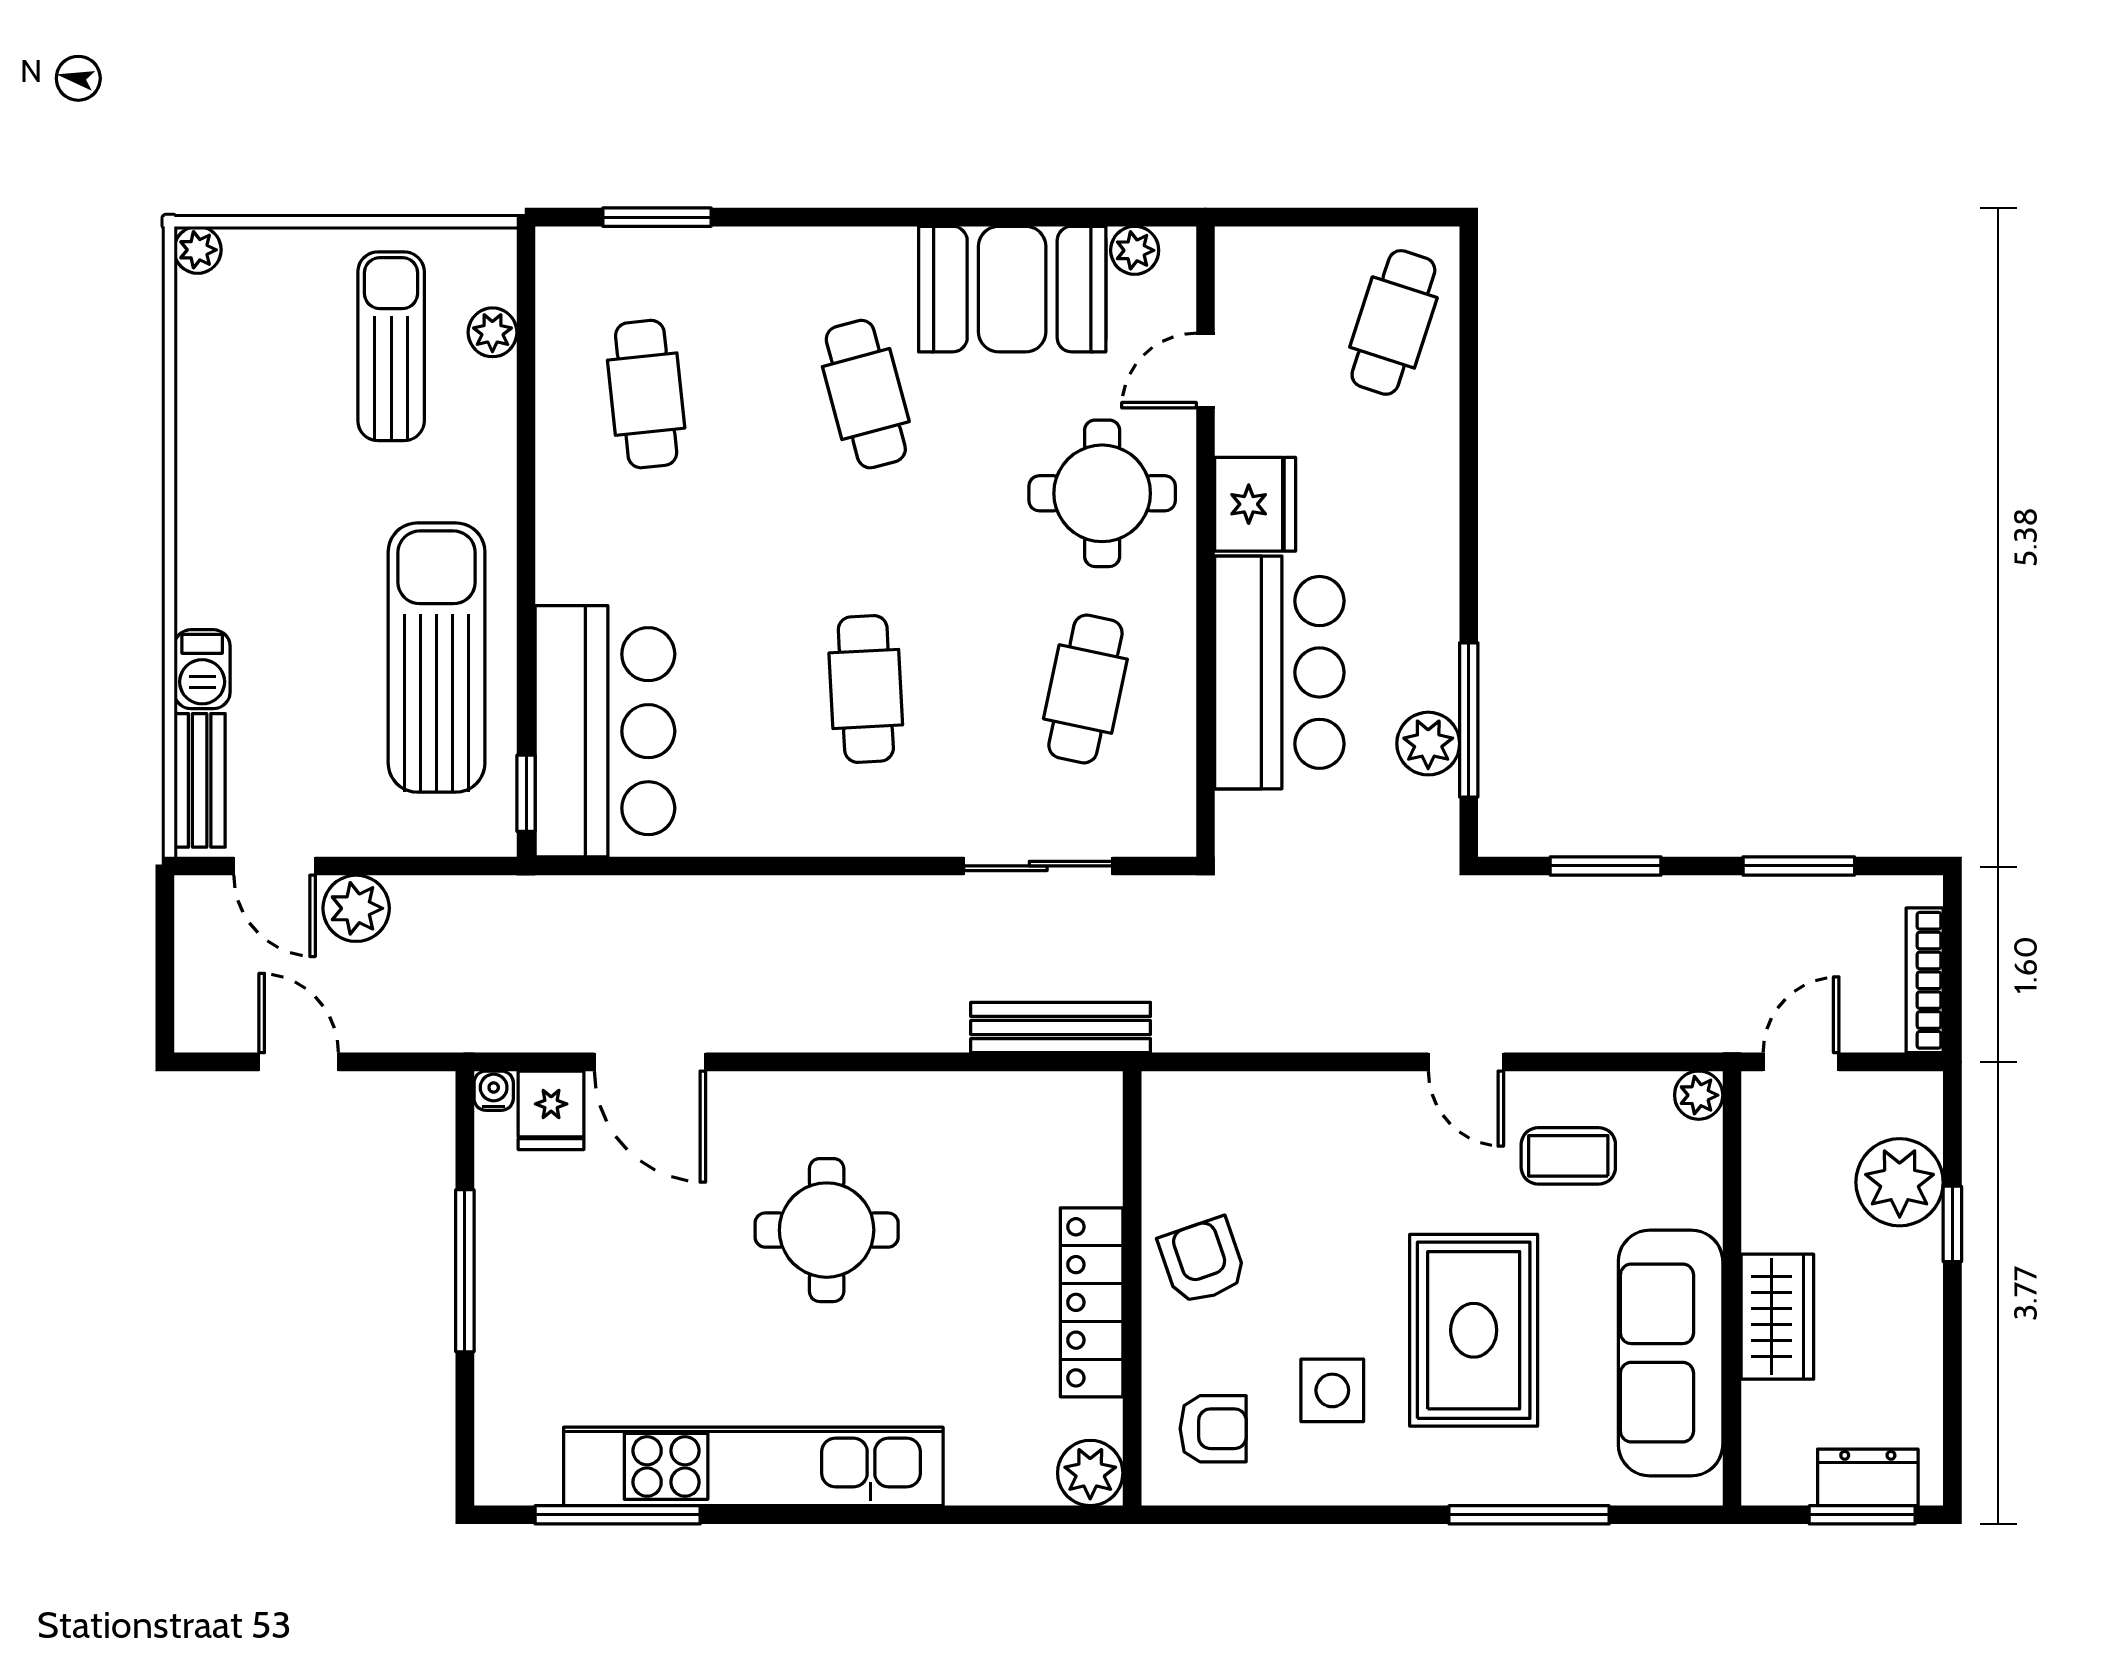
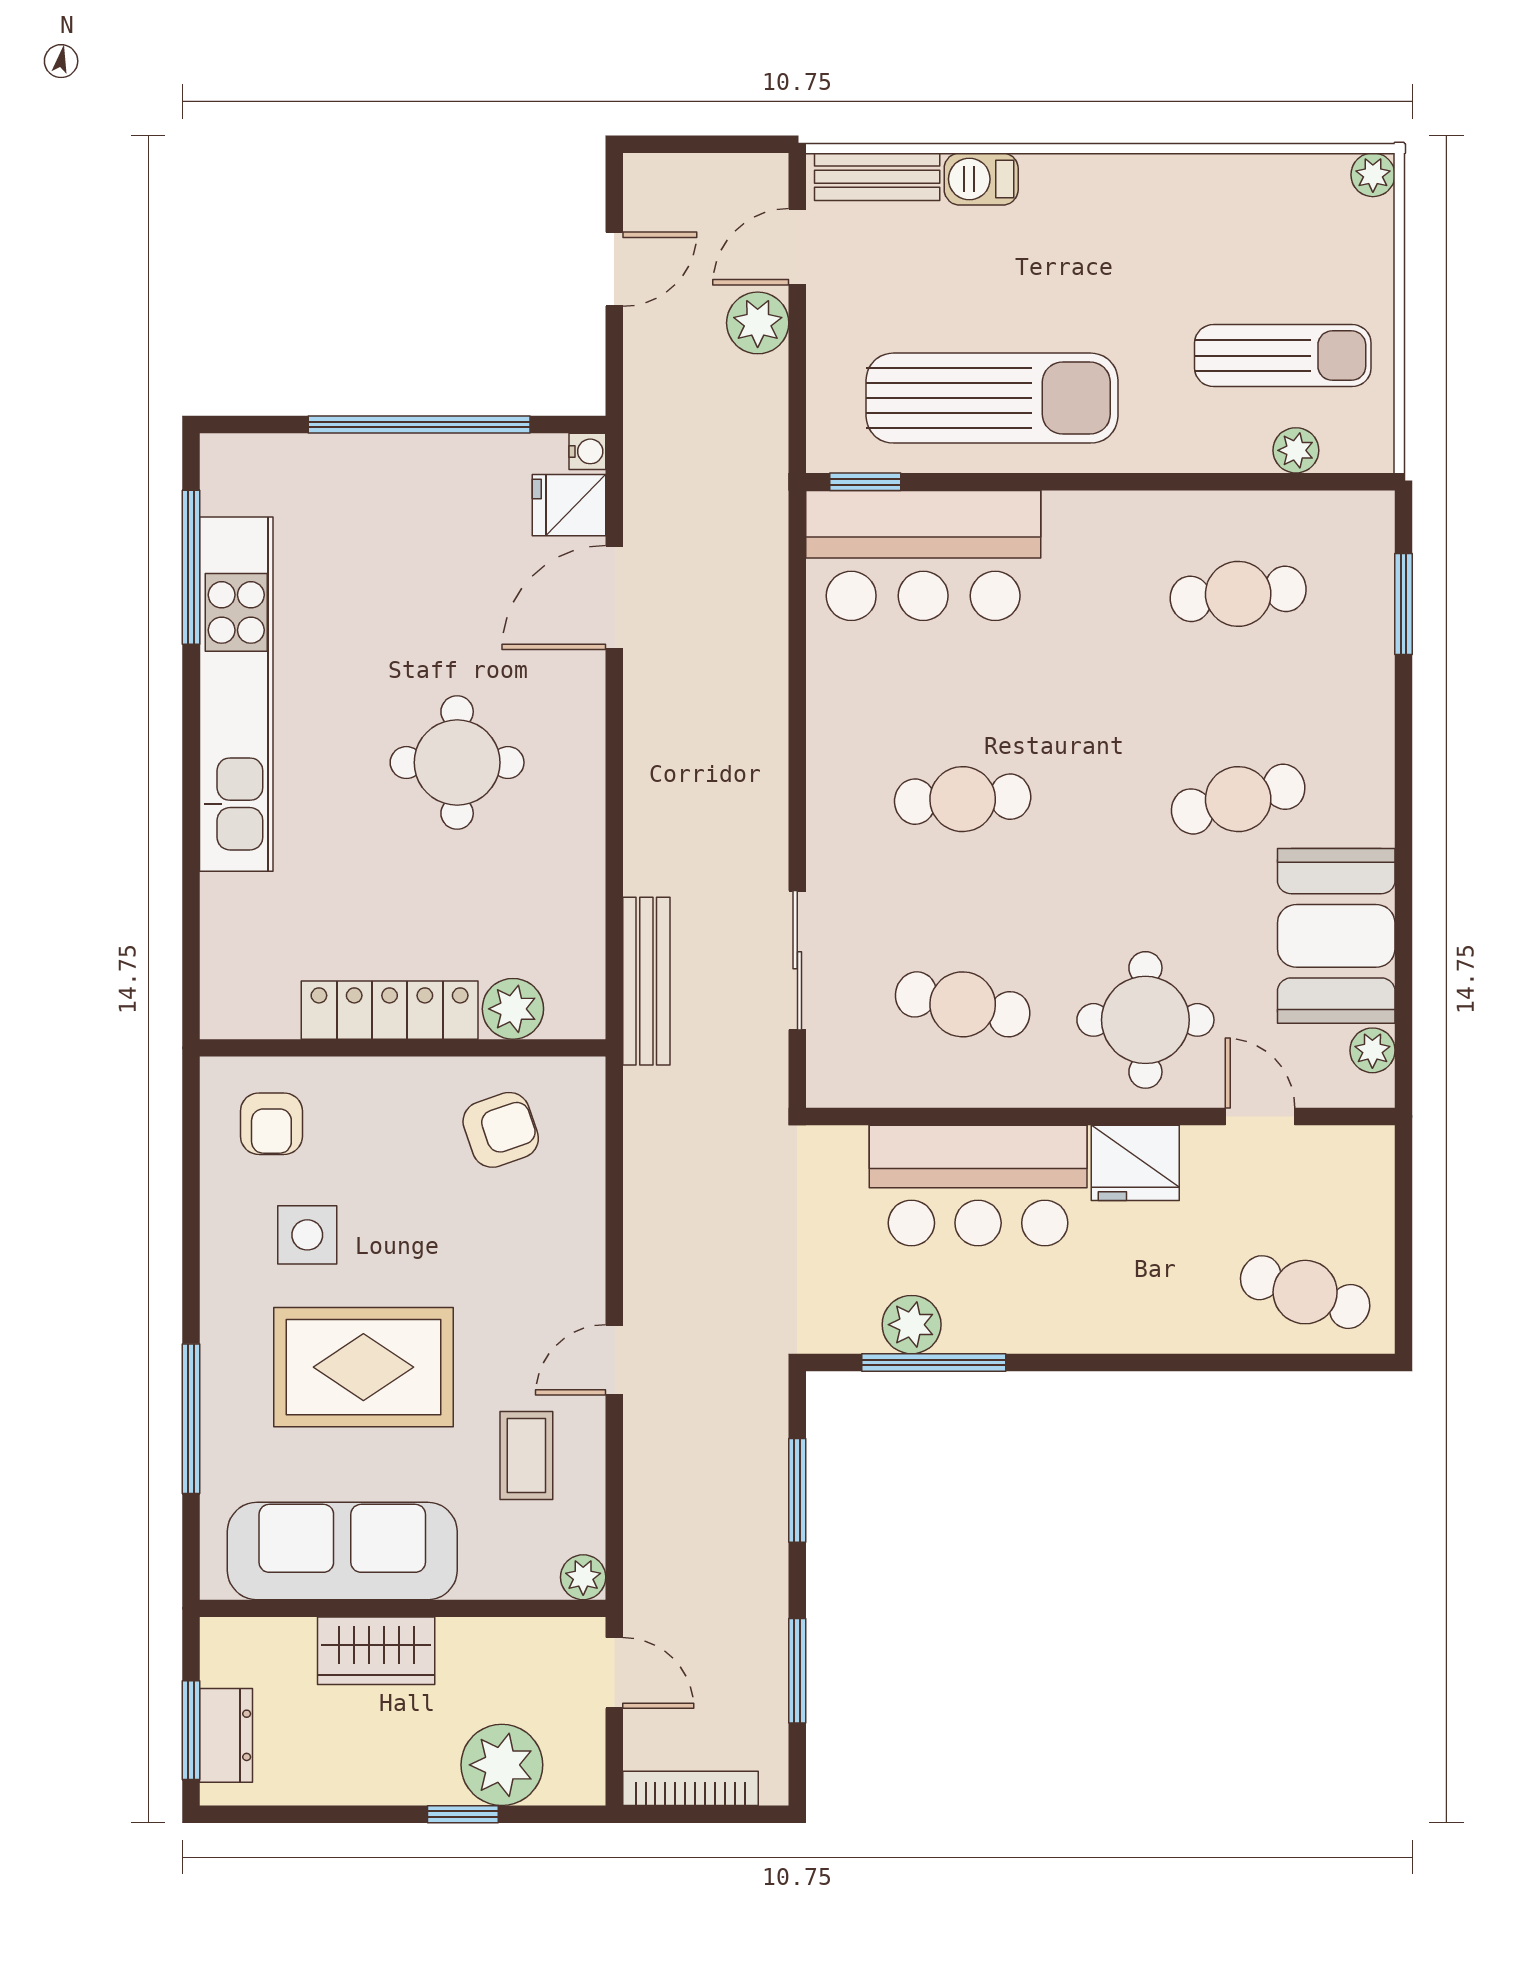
armchair: (1202, 1261) -> (501, 1130), moved
window: (465, 1271) -> (419, 424), width x1.46
plant: (1090, 1473) -> (513, 1009), moved

